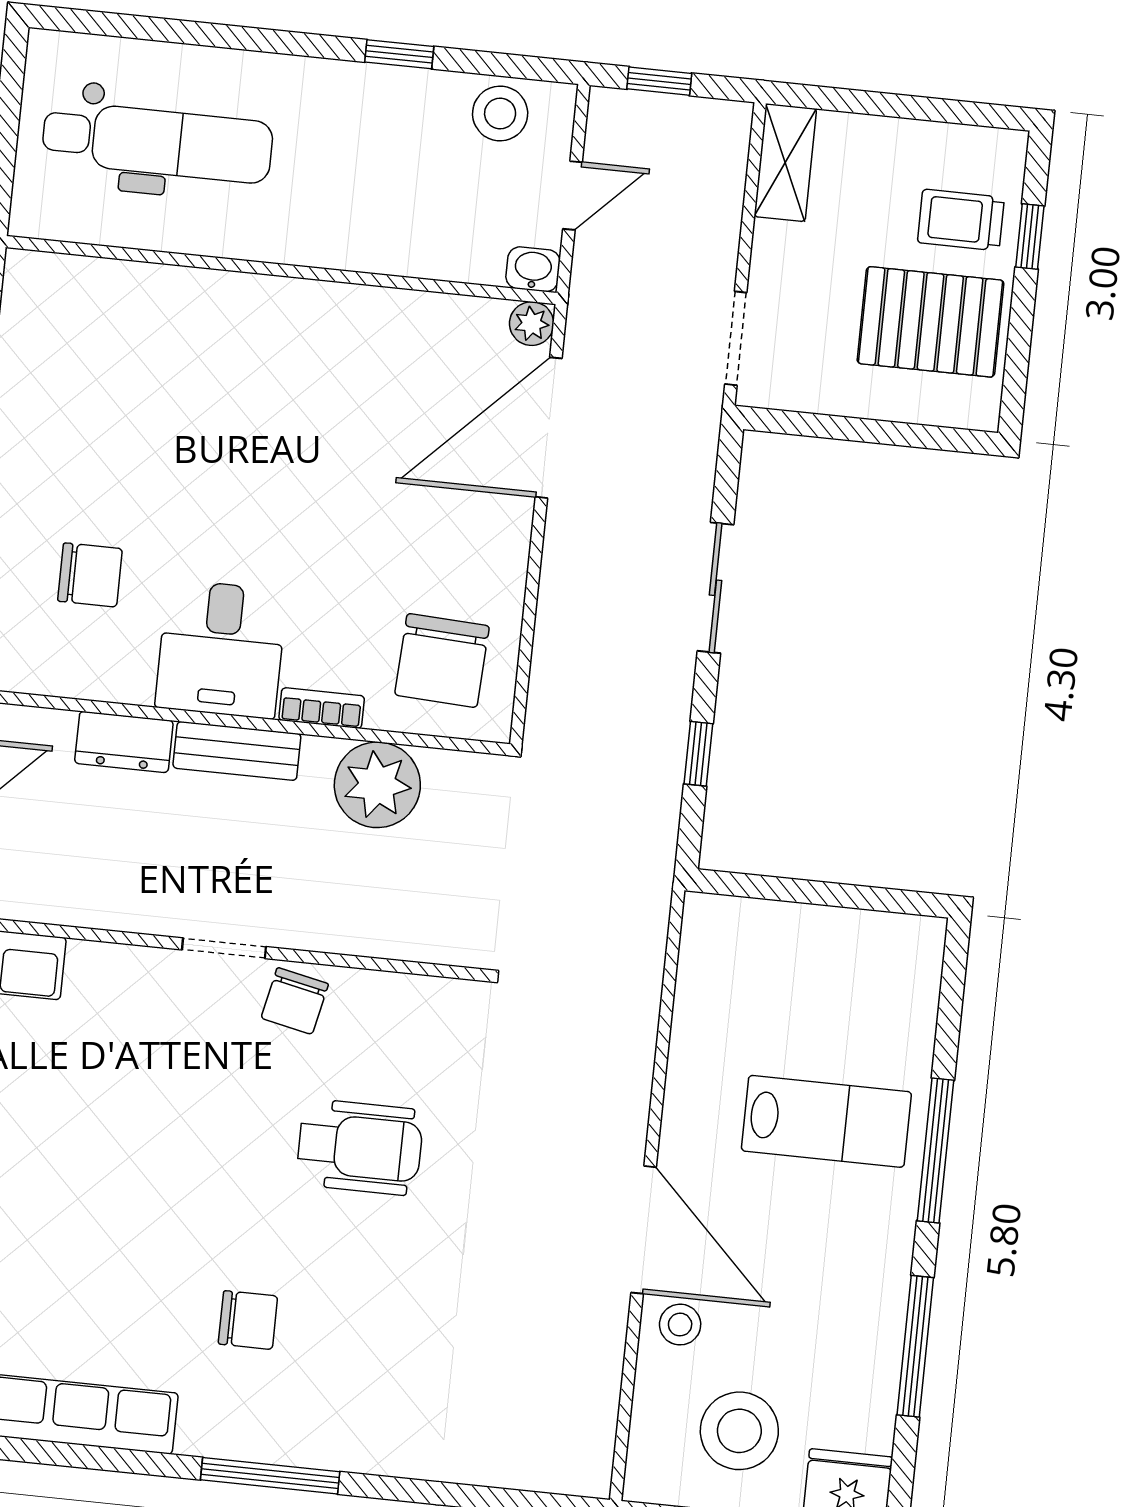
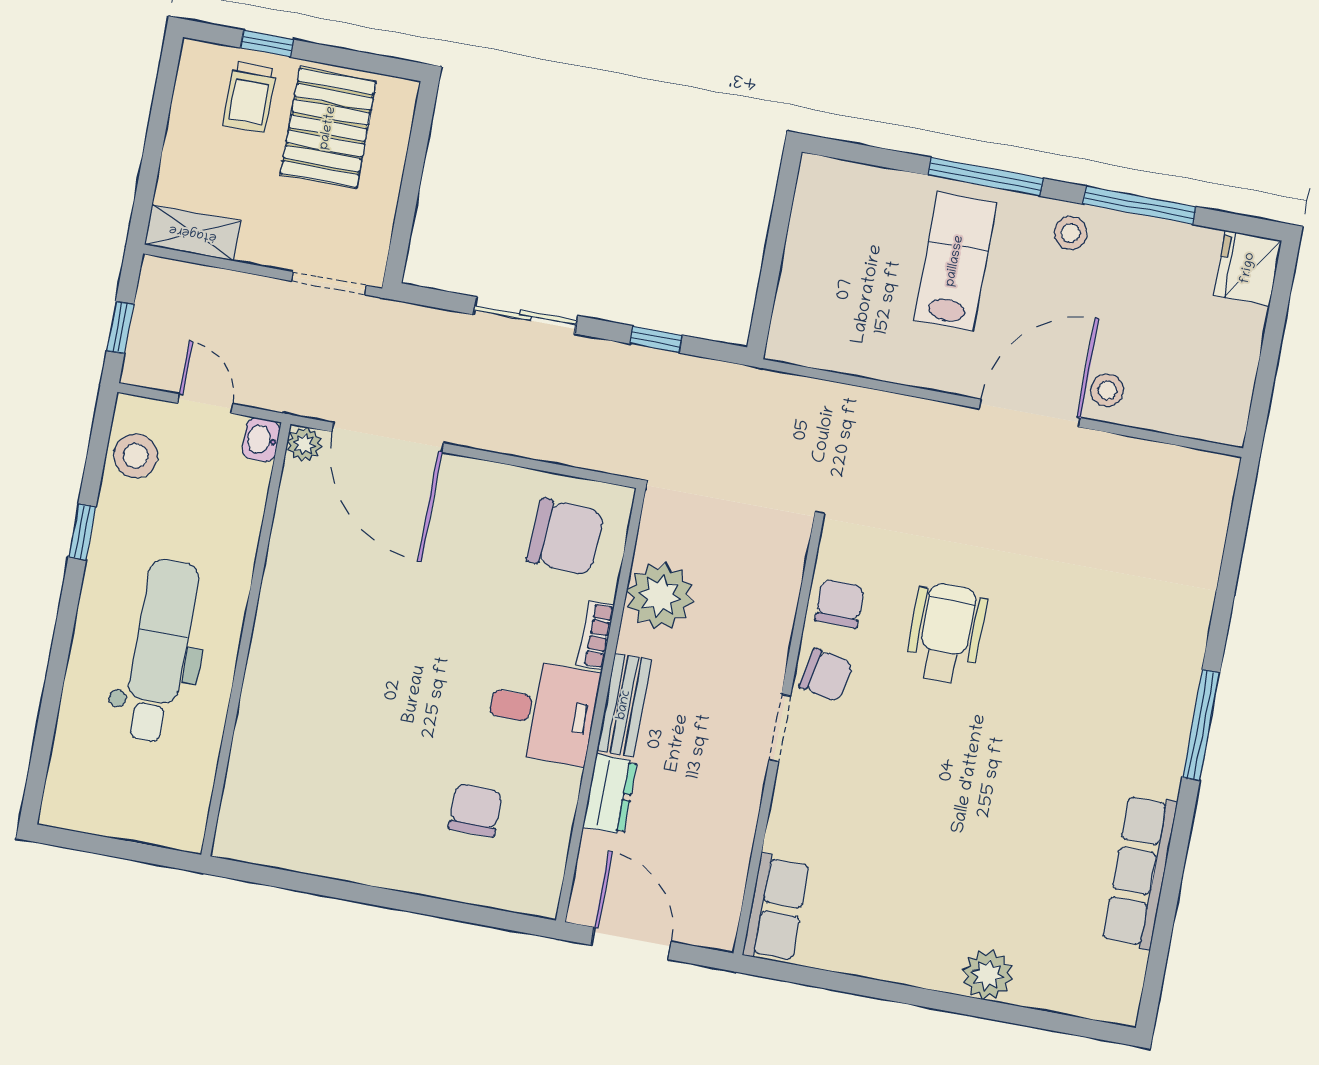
dental chair: (157, 142) -> (160, 651), moved
chair: (248, 1320) -> (840, 604), moved
stool: (739, 1431) -> (1070, 233), moved, width x0.53, depth x0.53

